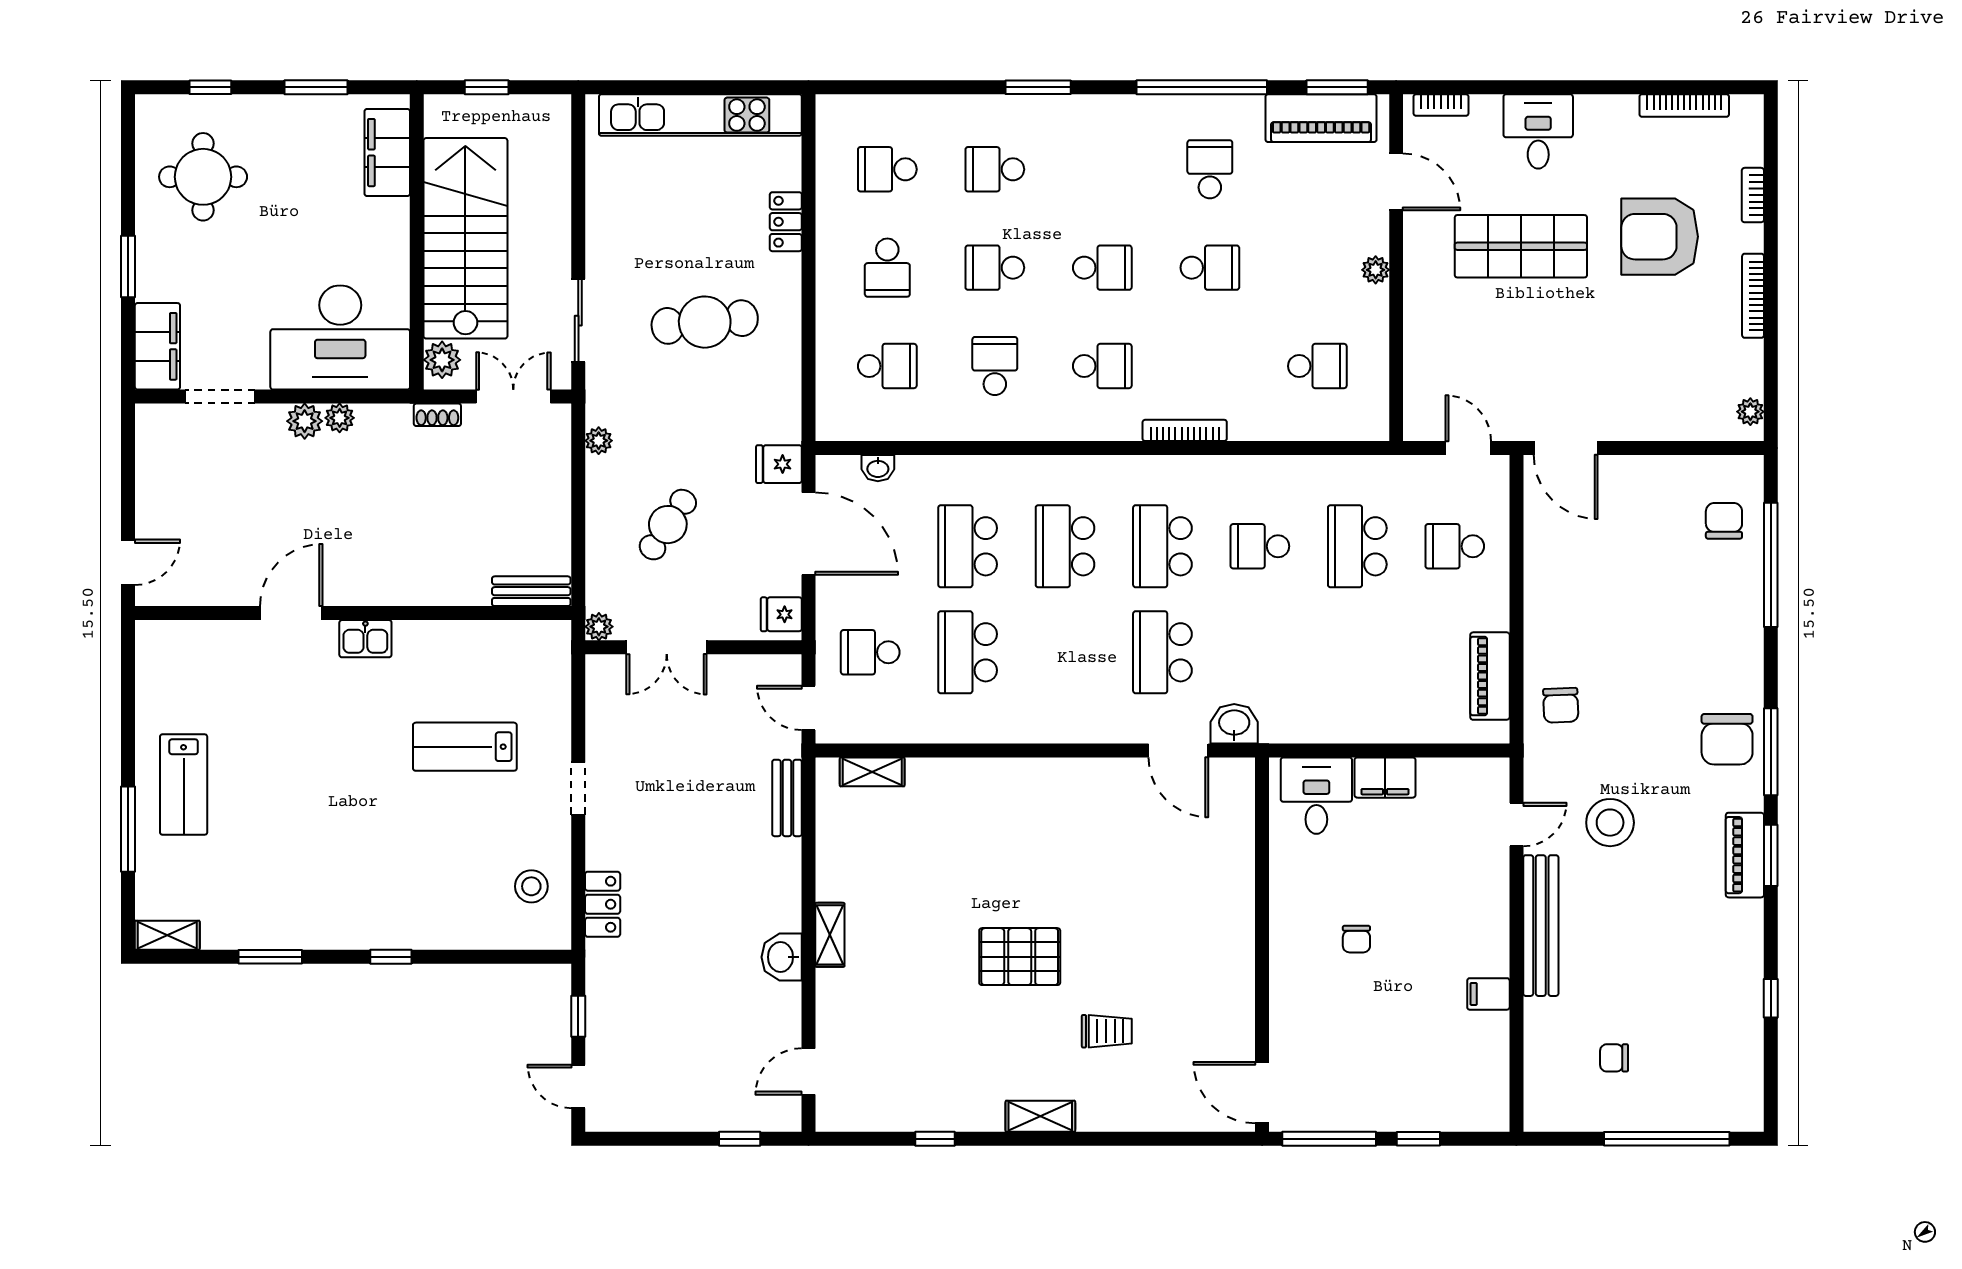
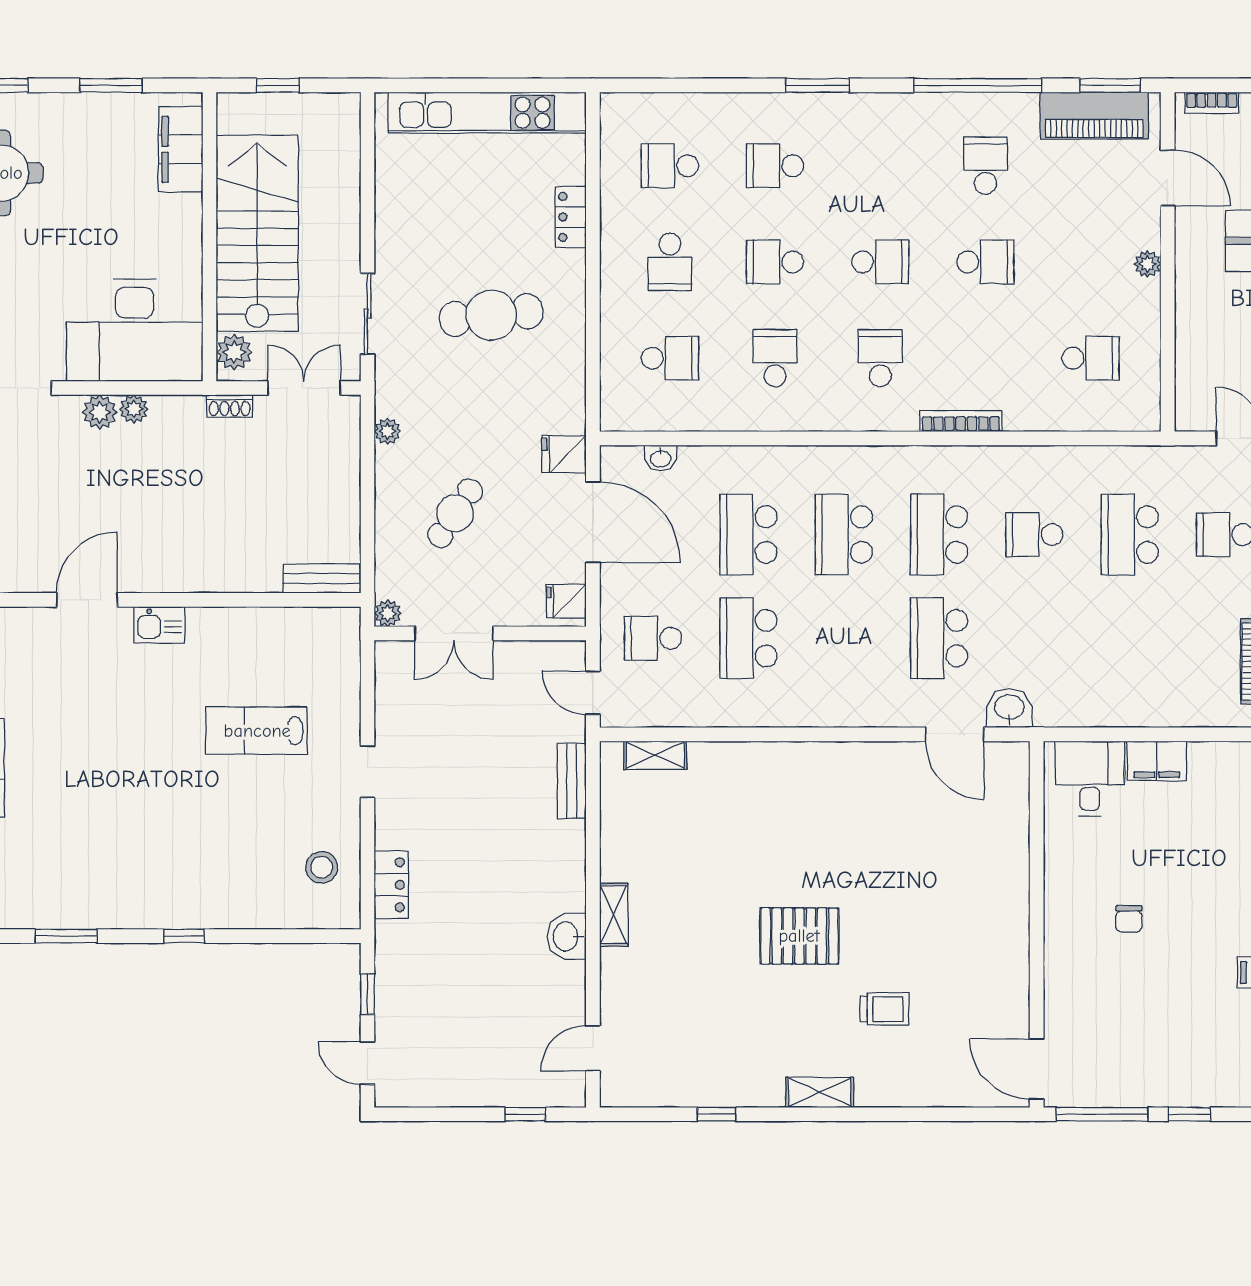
school desk: (1102, 366) -> (880, 358), turned -90

